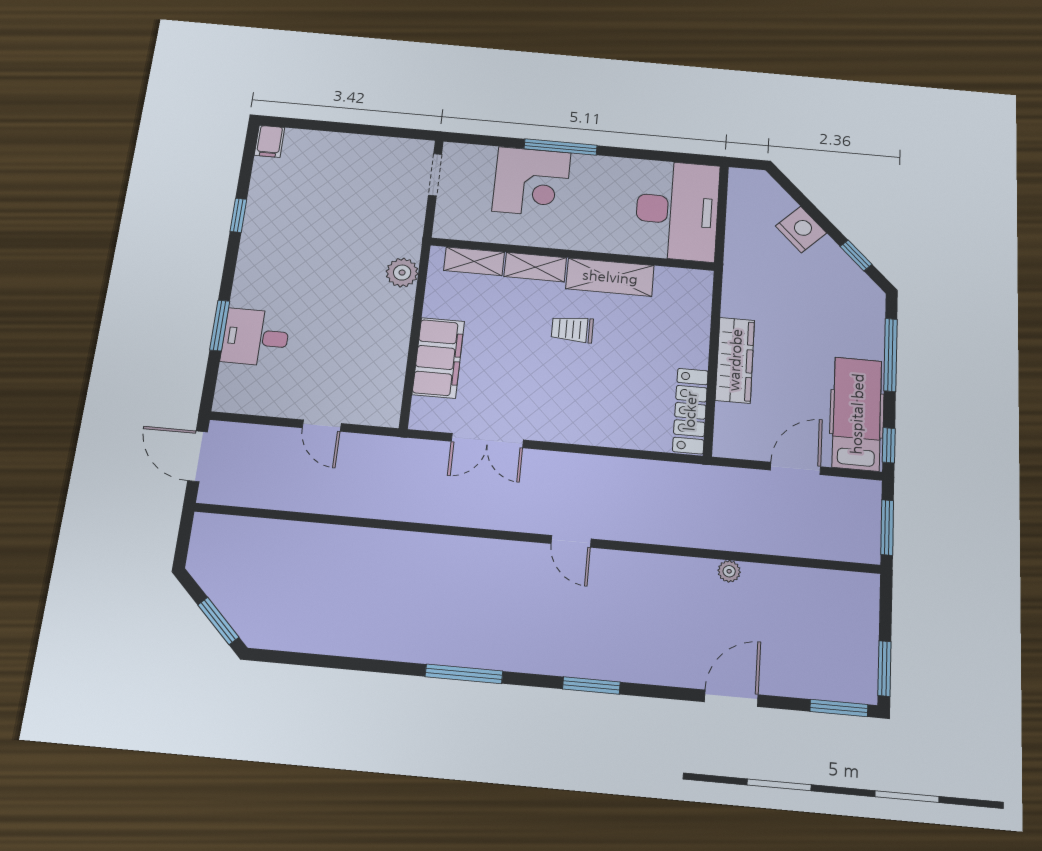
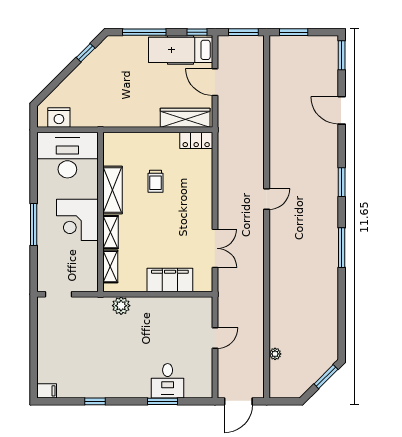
corner desk: (532, 182) -> (77, 220), moved, turned 180
nightstand: (801, 229) -> (59, 117), moved, turned -135
trolley: (572, 329) -> (155, 181), moved
wardrobe: (735, 360) -> (185, 118), moved
locker: (690, 411) -> (196, 140), width x0.66
plant: (729, 571) -> (275, 354), moved
window: (884, 668) -> (294, 32), moved

